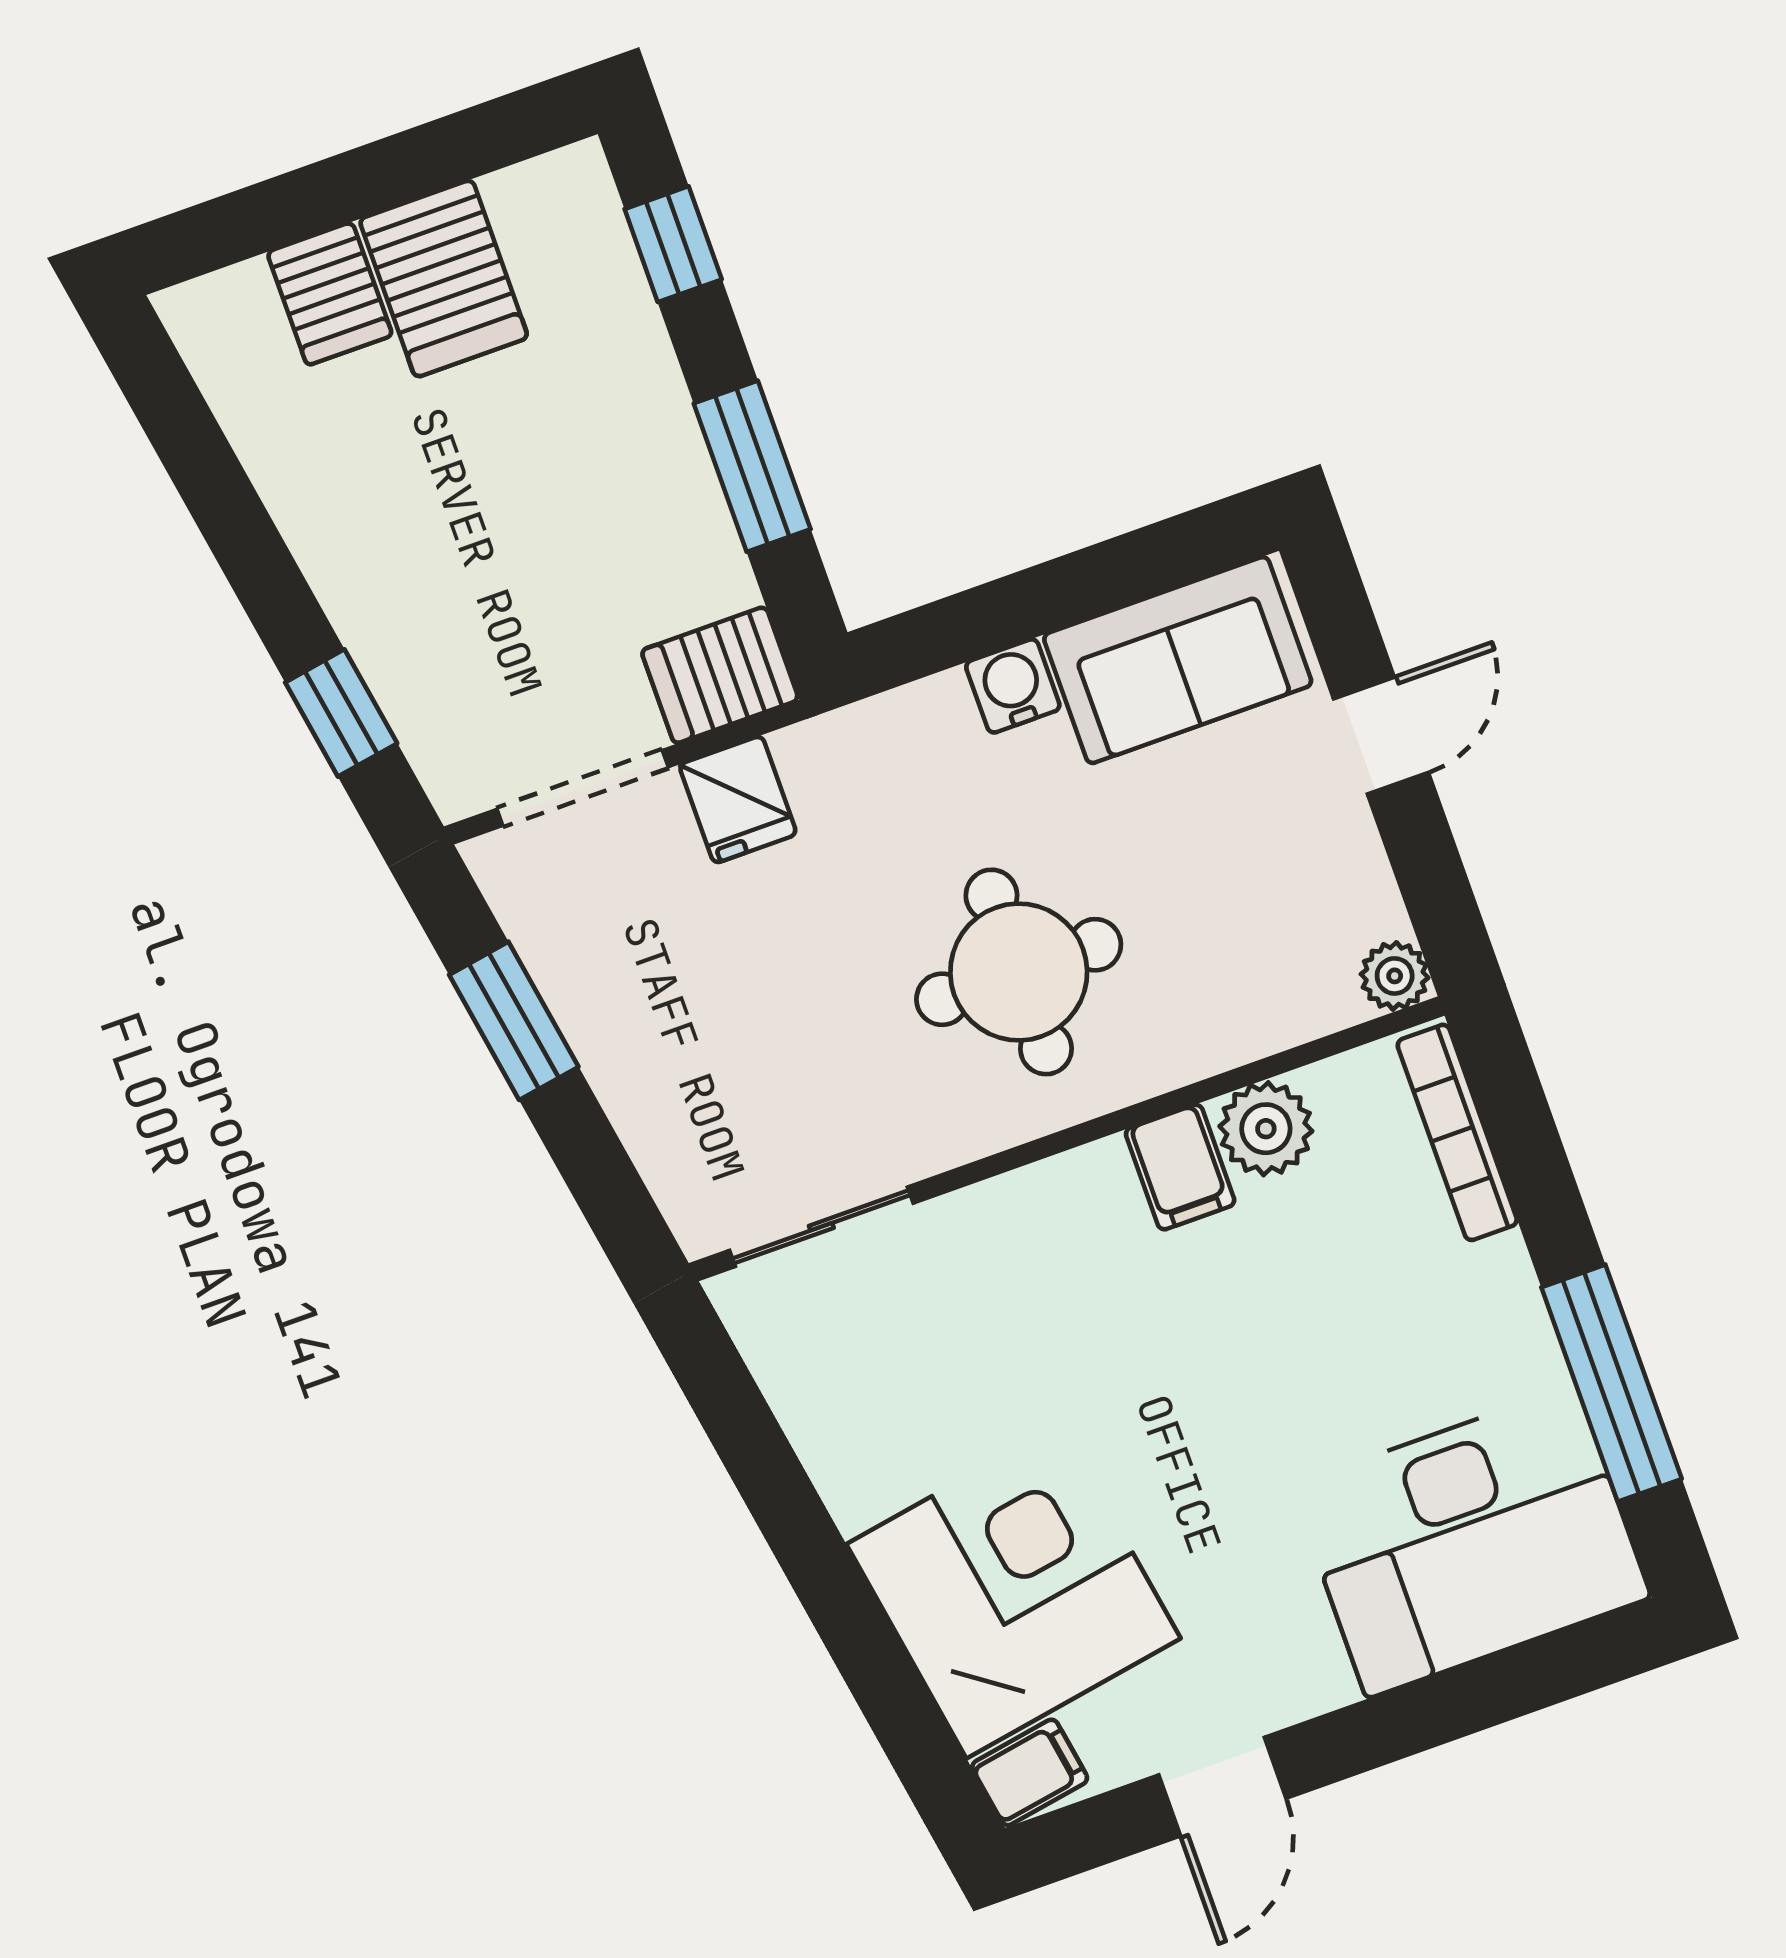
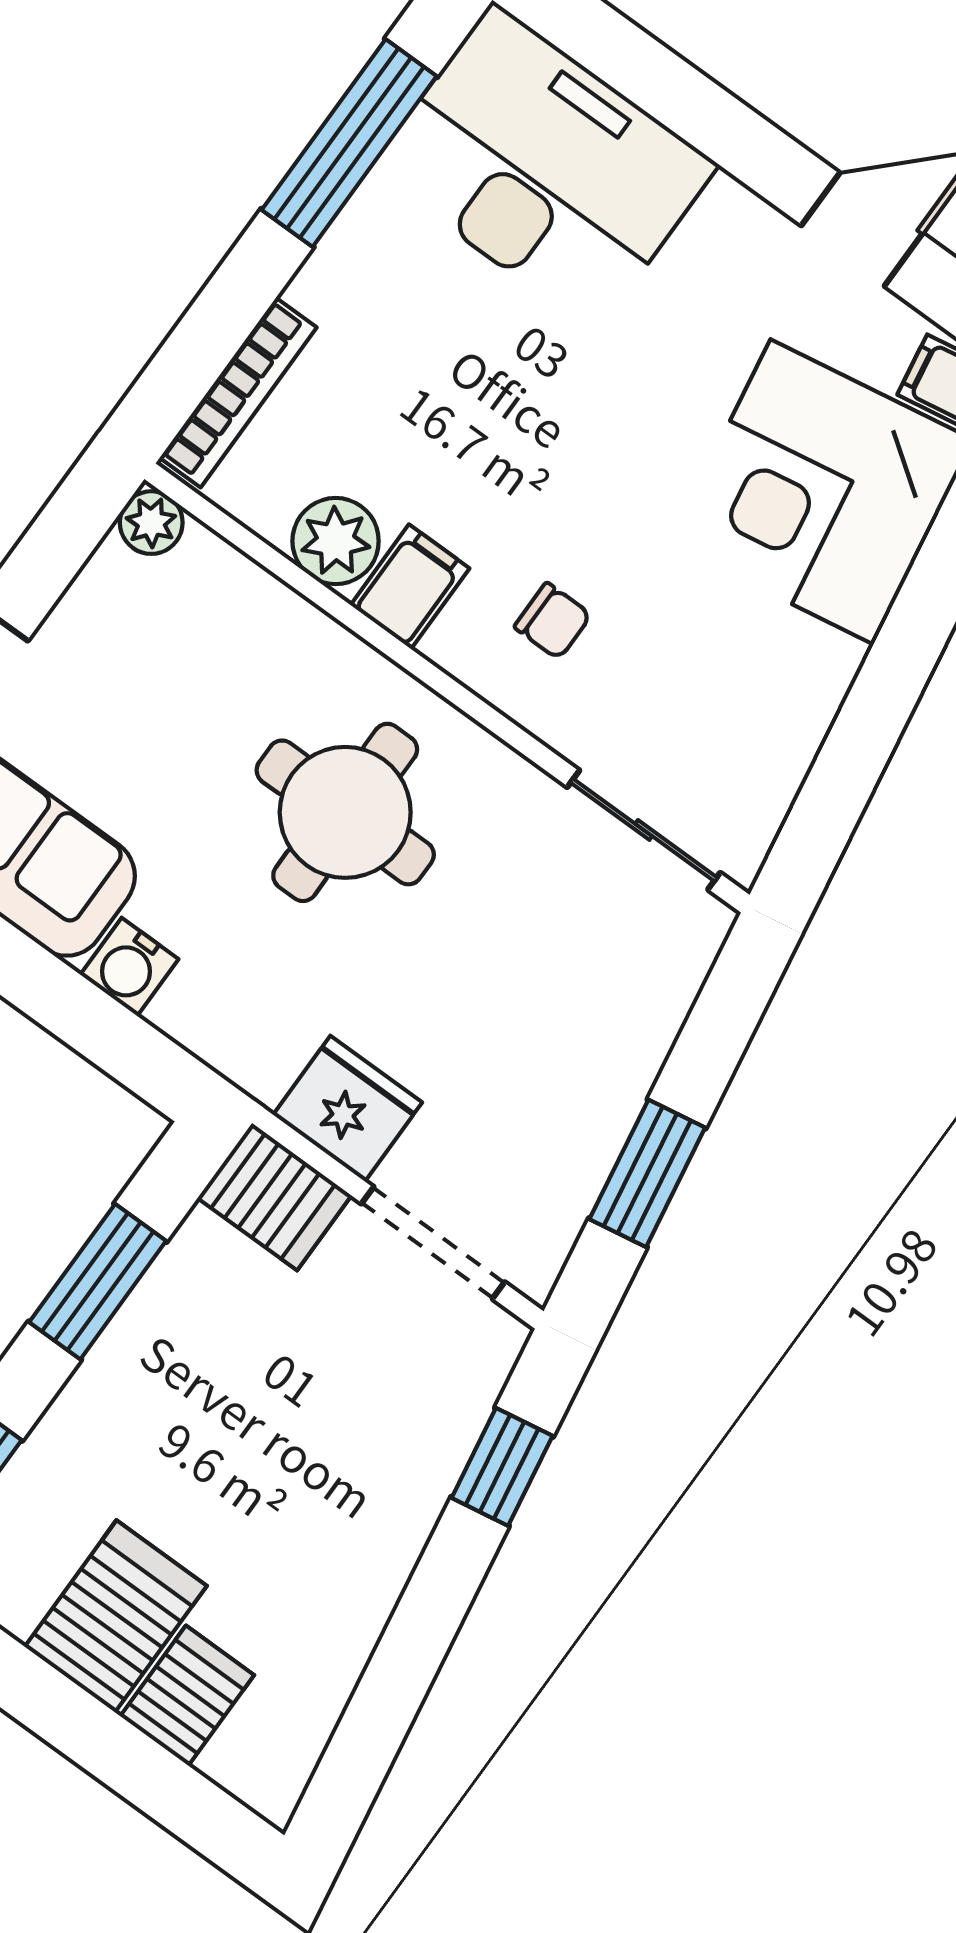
fridge: (738, 799) -> (348, 1109), width x1.38
chair: (1063, 1273) -> (553, 621), added

